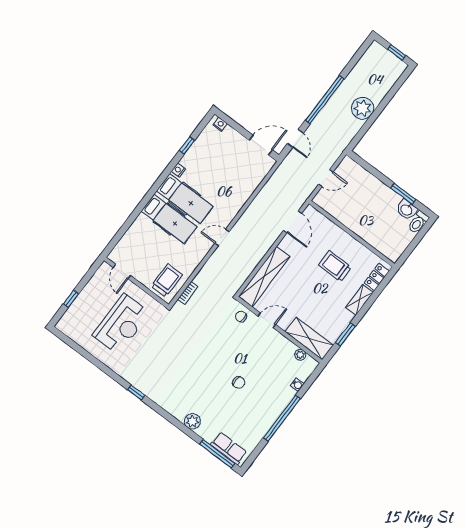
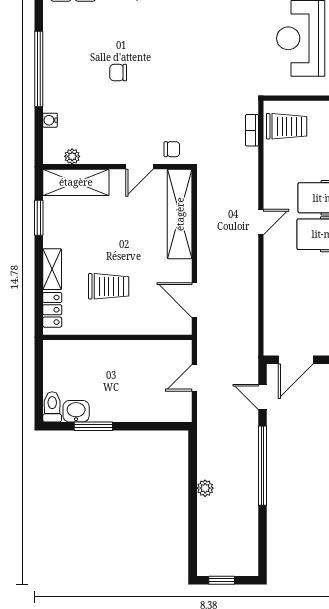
plant: (363, 108) -> (205, 488), width x0.53, depth x0.53
trolley: (167, 280) -> (287, 126), turned -90

